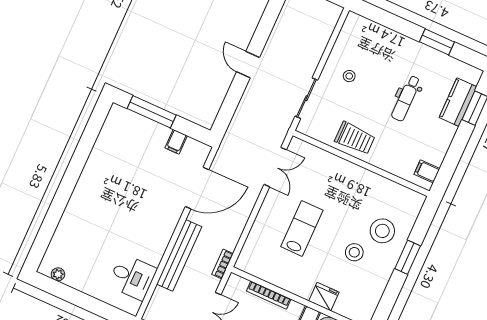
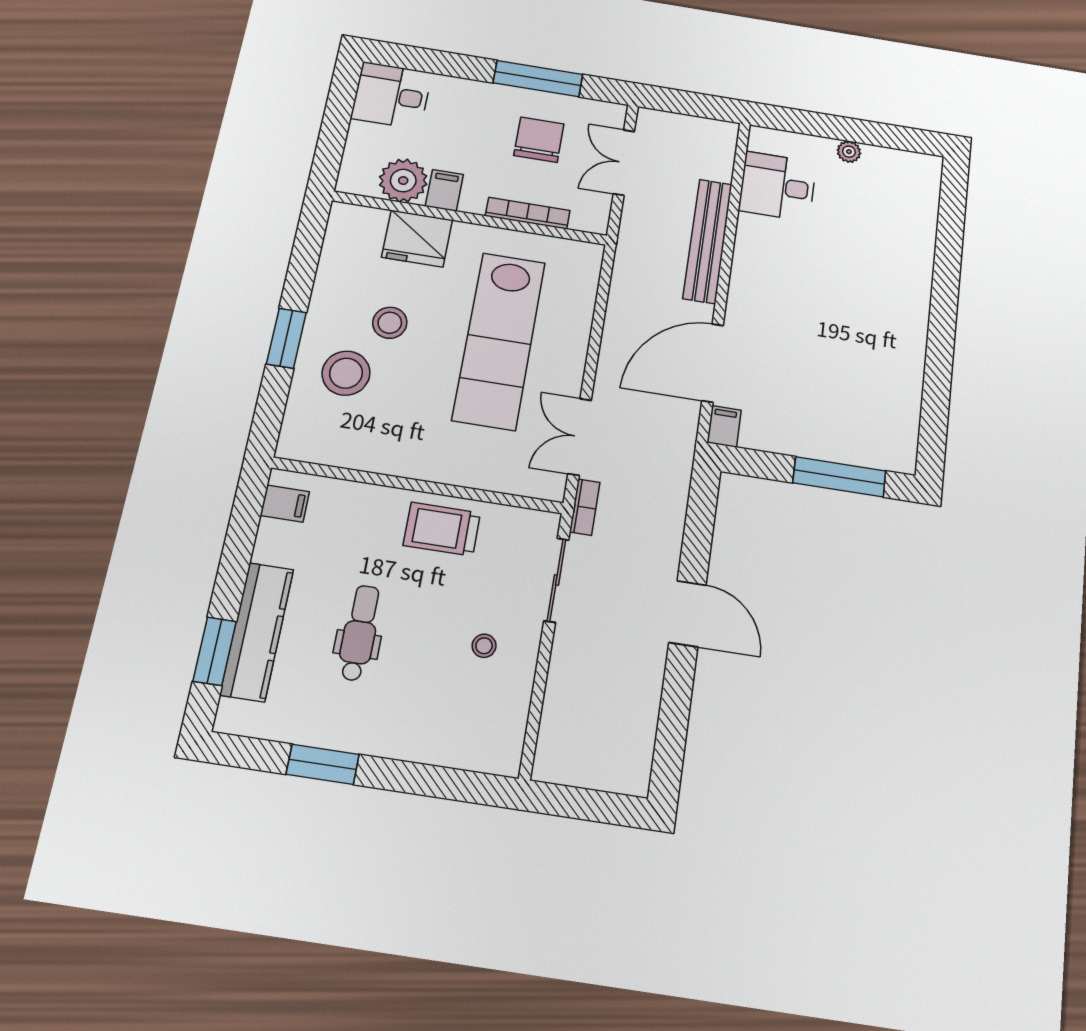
door: (248, 65) -> (688, 614), width x1.38
kitchen counter: (458, 102) -> (257, 632), width x1.50
filing cabinet: (176, 142) -> (724, 426), moved
lab bench: (302, 228) -> (499, 341), width x1.86, depth x1.39
bookcase: (223, 264) -> (585, 507), moved
plant: (58, 274) -> (849, 152), moved
fridge: (324, 297) -> (417, 239), width x1.36, depth x1.34

